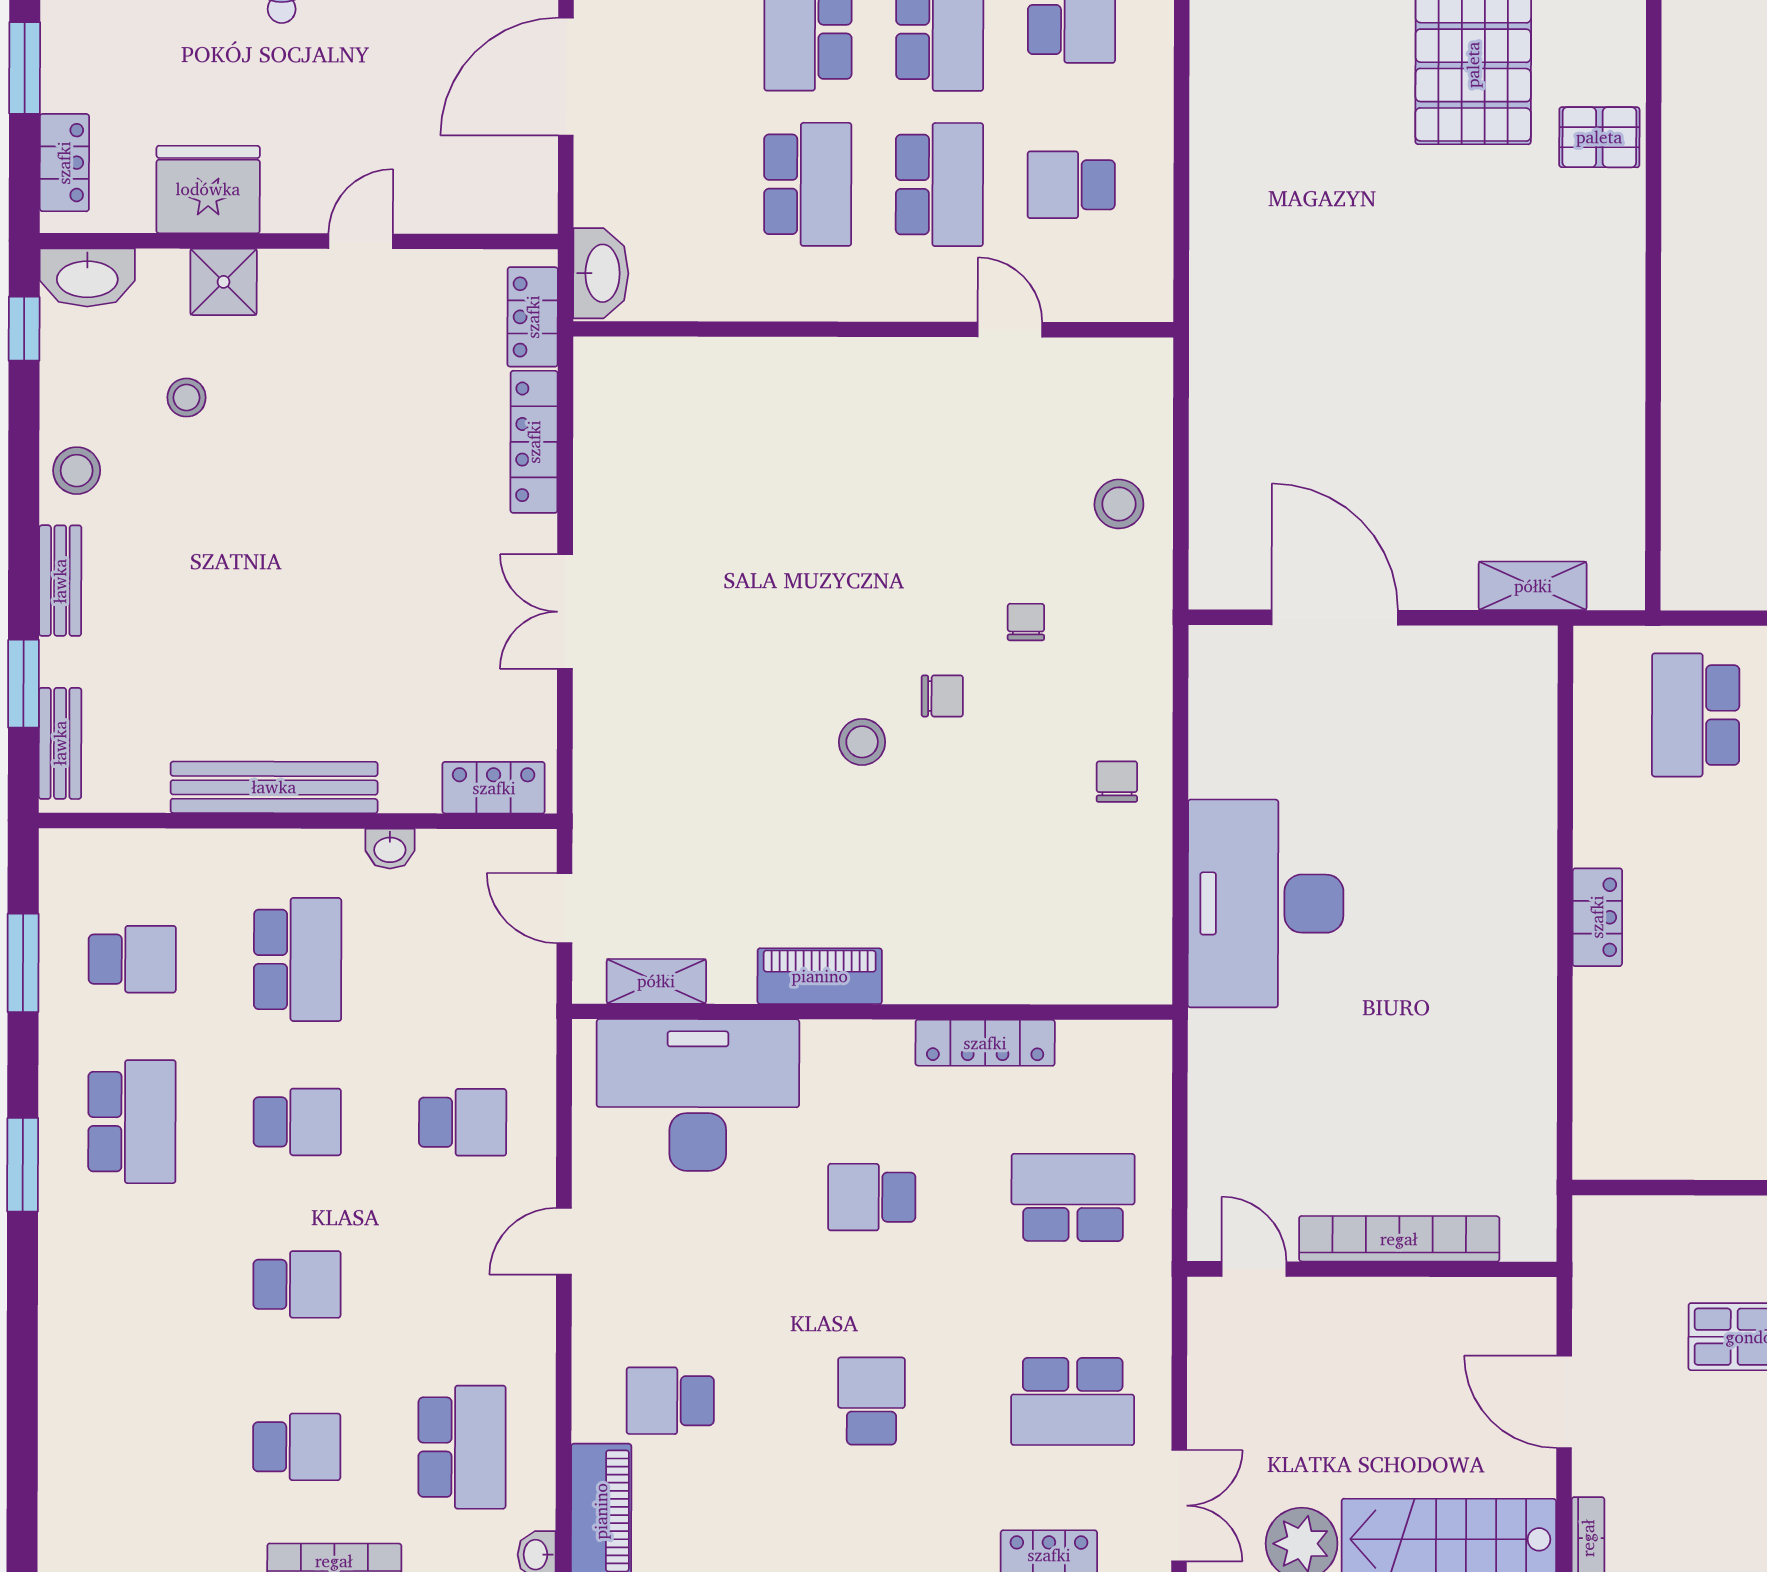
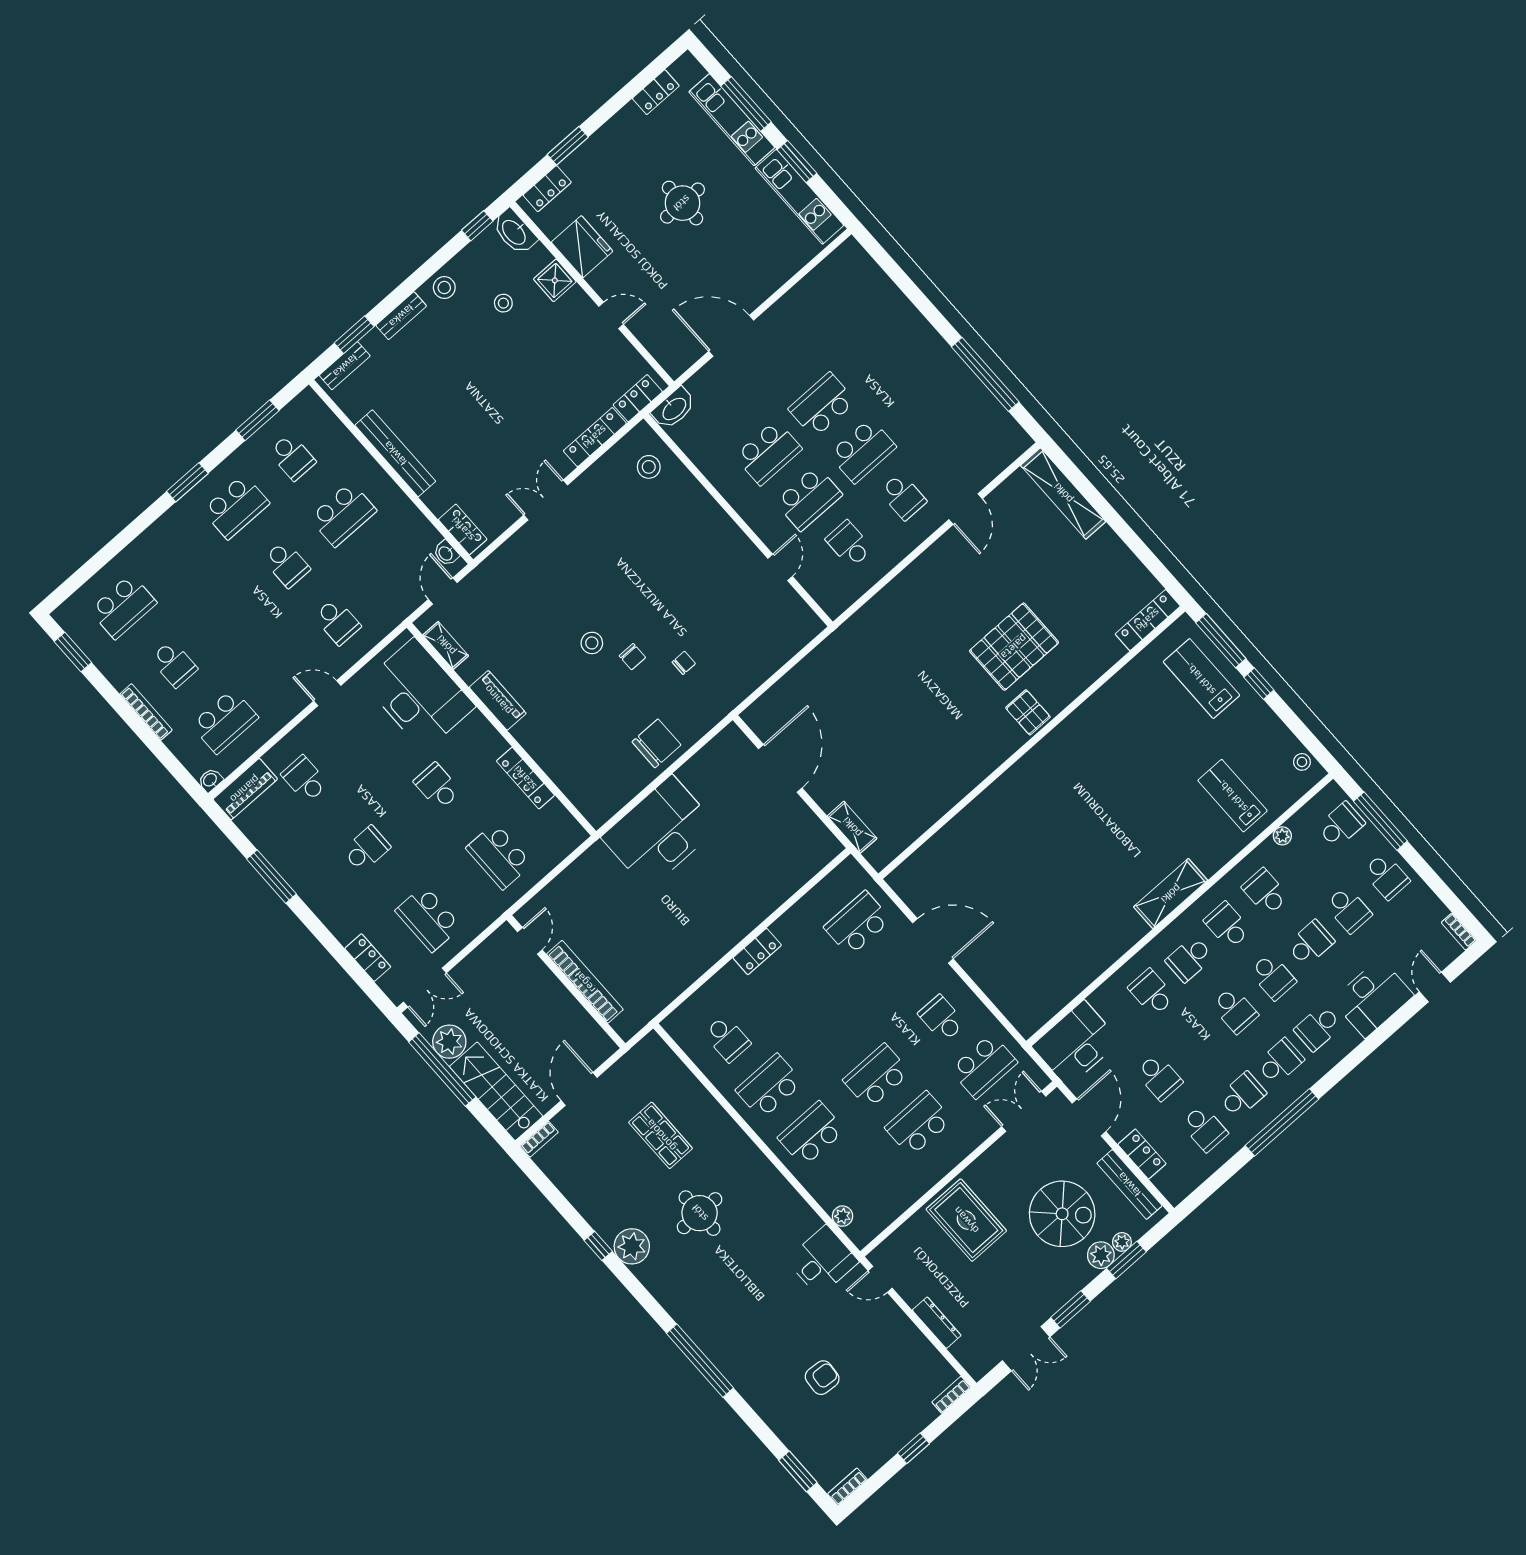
stool: (1119, 504) -> (649, 467), moved
chair: (1117, 782) -> (656, 743), width x1.87, depth x1.87
washbasin: (390, 849) -> (446, 553), moved
school desk: (1695, 1091) -> (727, 1039), added
school desk: (1073, 1197) -> (499, 856), turned 180
school desk: (297, 1284) -> (123, 607), moved, width x1.85

